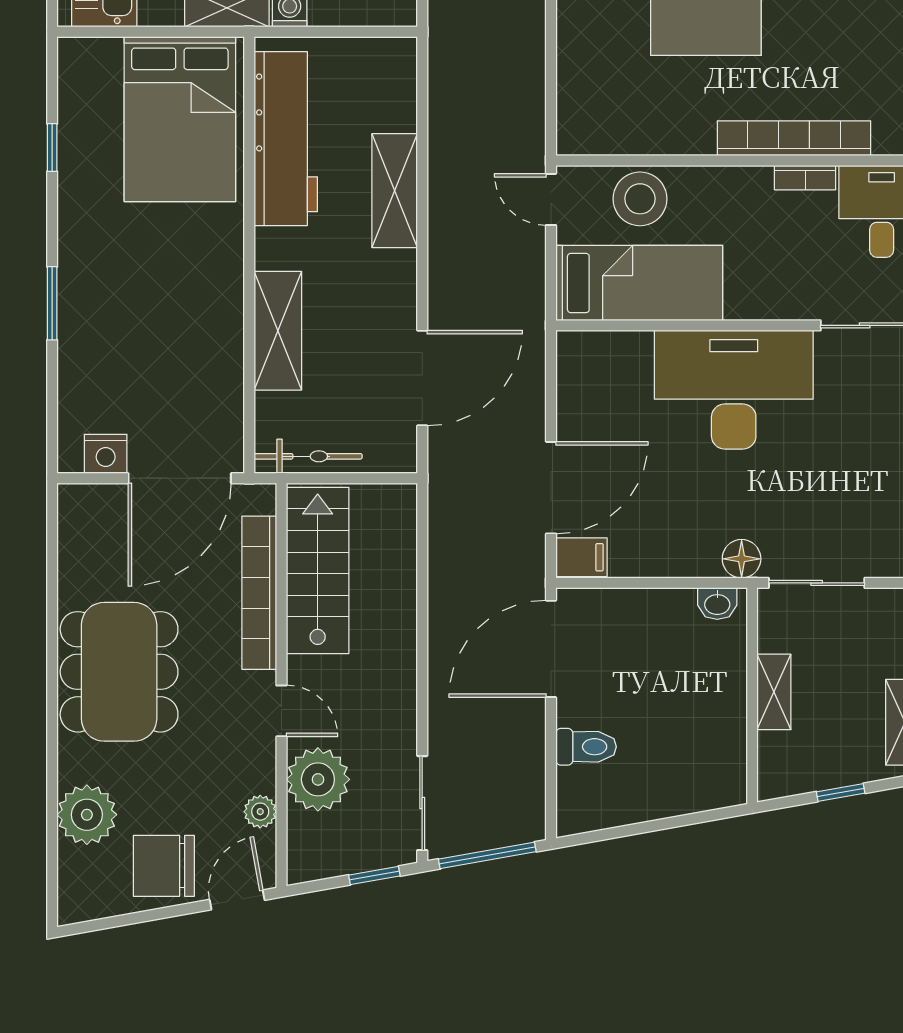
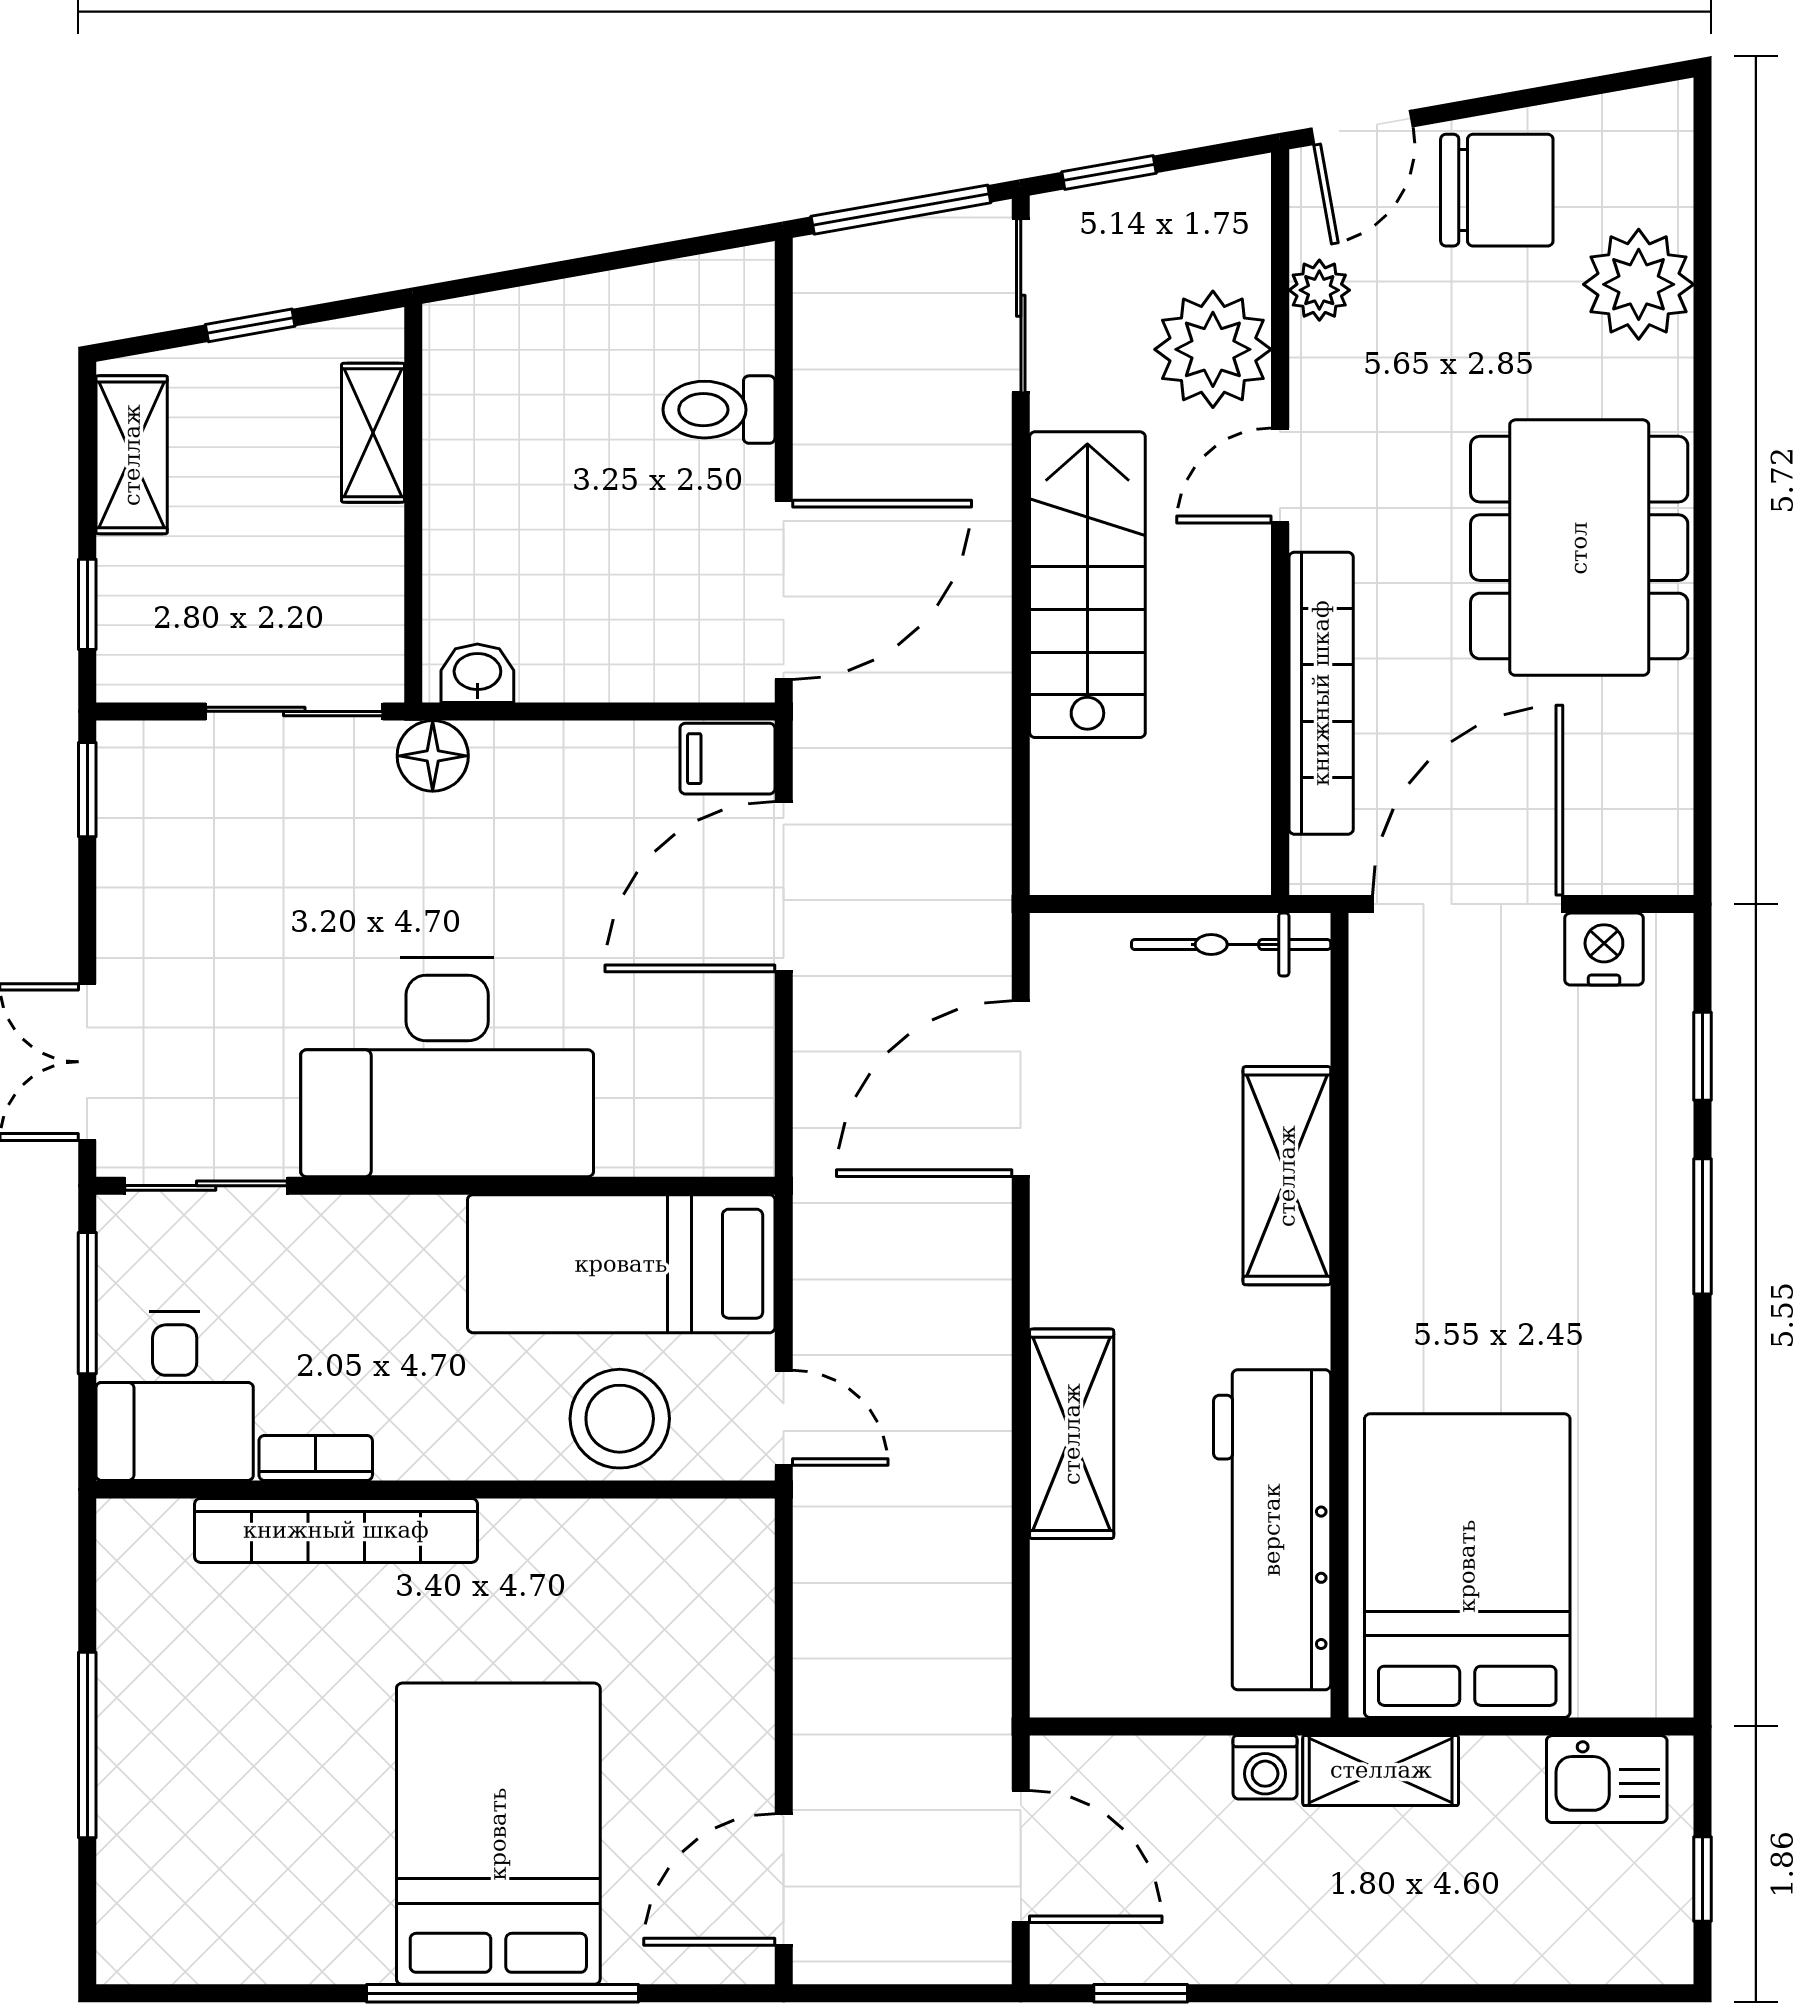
window: (52, 148) -> (1702, 1056), moved
stairs: (318, 570) -> (1087, 585), moved, turned 180
shelving: (774, 692) -> (373, 433), moved
door: (281, 711) -> (1280, 476), hinge flipped

